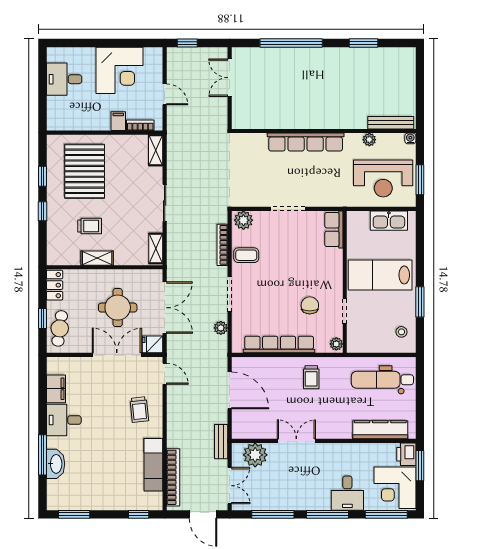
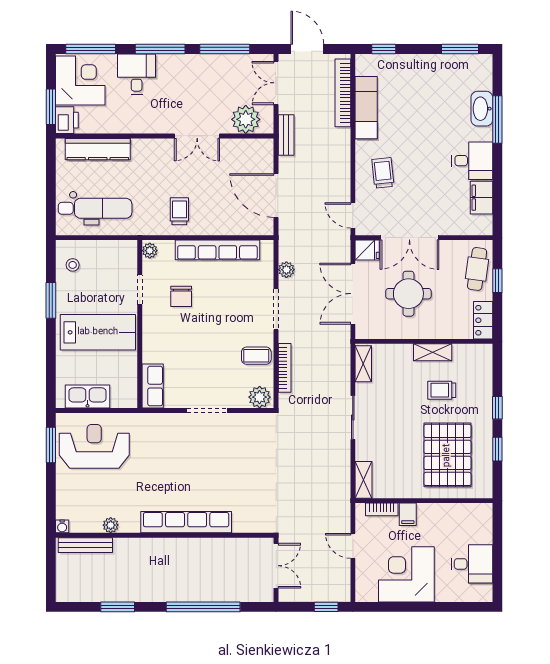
bench: (391, 123) -> (85, 545), moved
wall: (324, 131) -> (165, 535), moved
water cooler: (410, 138) -> (62, 526), moved
plant: (369, 140) -> (111, 525), moved
row of seats: (306, 142) -> (186, 522), moved

